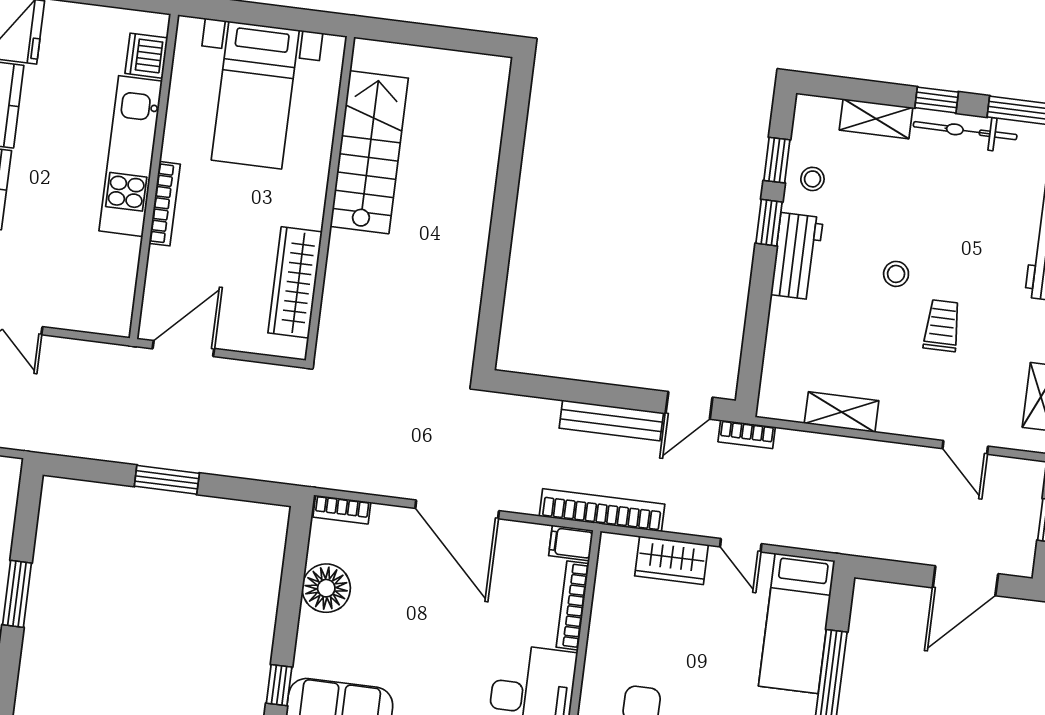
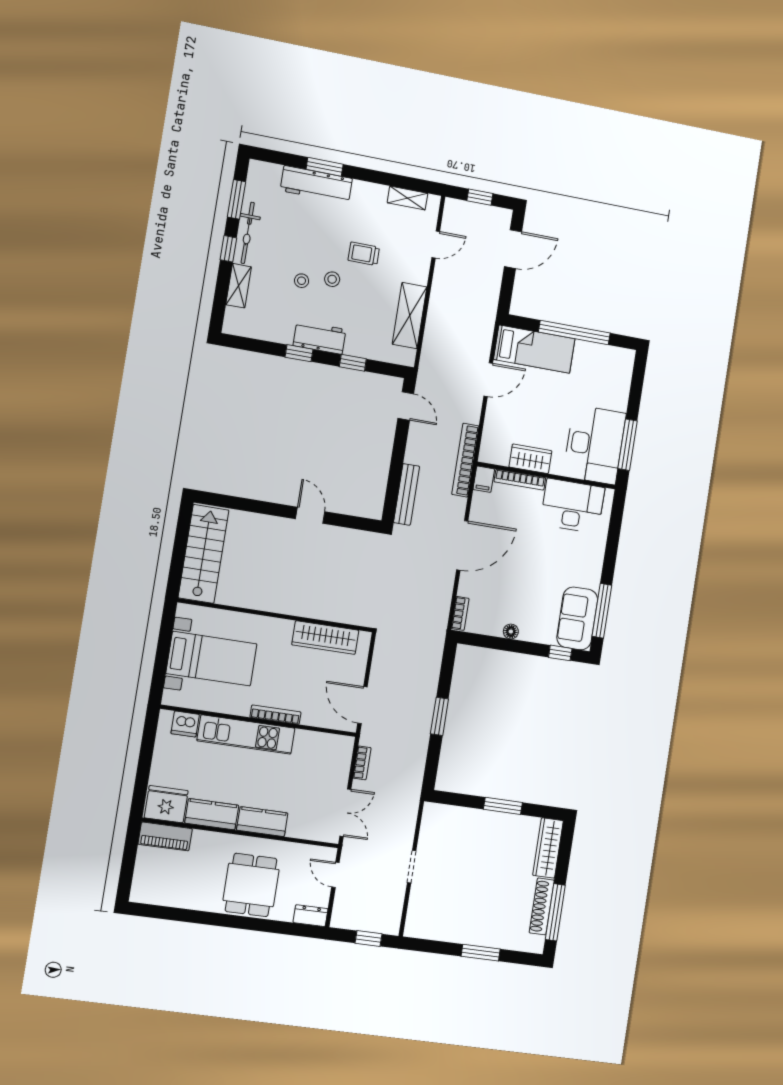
stairs: (369, 152) -> (204, 554), moved, turned 90
window: (777, 160) -> (353, 363), moved
stool: (812, 179) -> (302, 281), moved
door: (499, 250) -> (310, 515), added
shelving: (842, 412) -> (410, 316), width x1.50, depth x1.33
bench: (611, 420) -> (407, 494), moved
bookcase: (747, 434) -> (362, 763), moved
door: (741, 545) -> (488, 380), width x1.38
wardrobe: (671, 560) -> (530, 459), moved, turned -90
door: (965, 581) -> (513, 249), hinge flipped
floor lamp: (326, 588) -> (511, 631), width x0.53, depth x0.53

